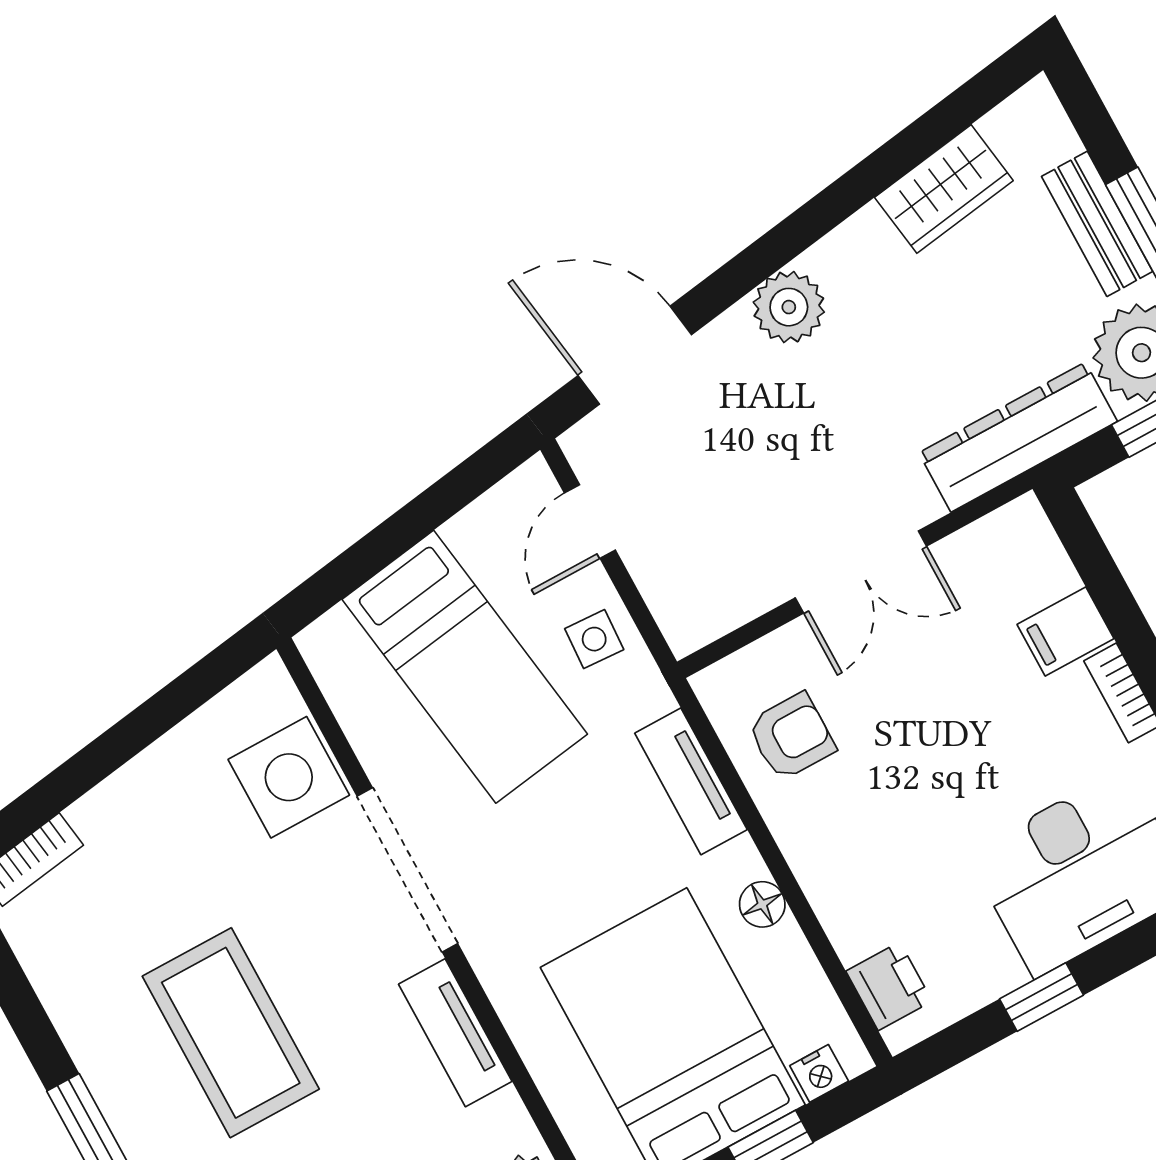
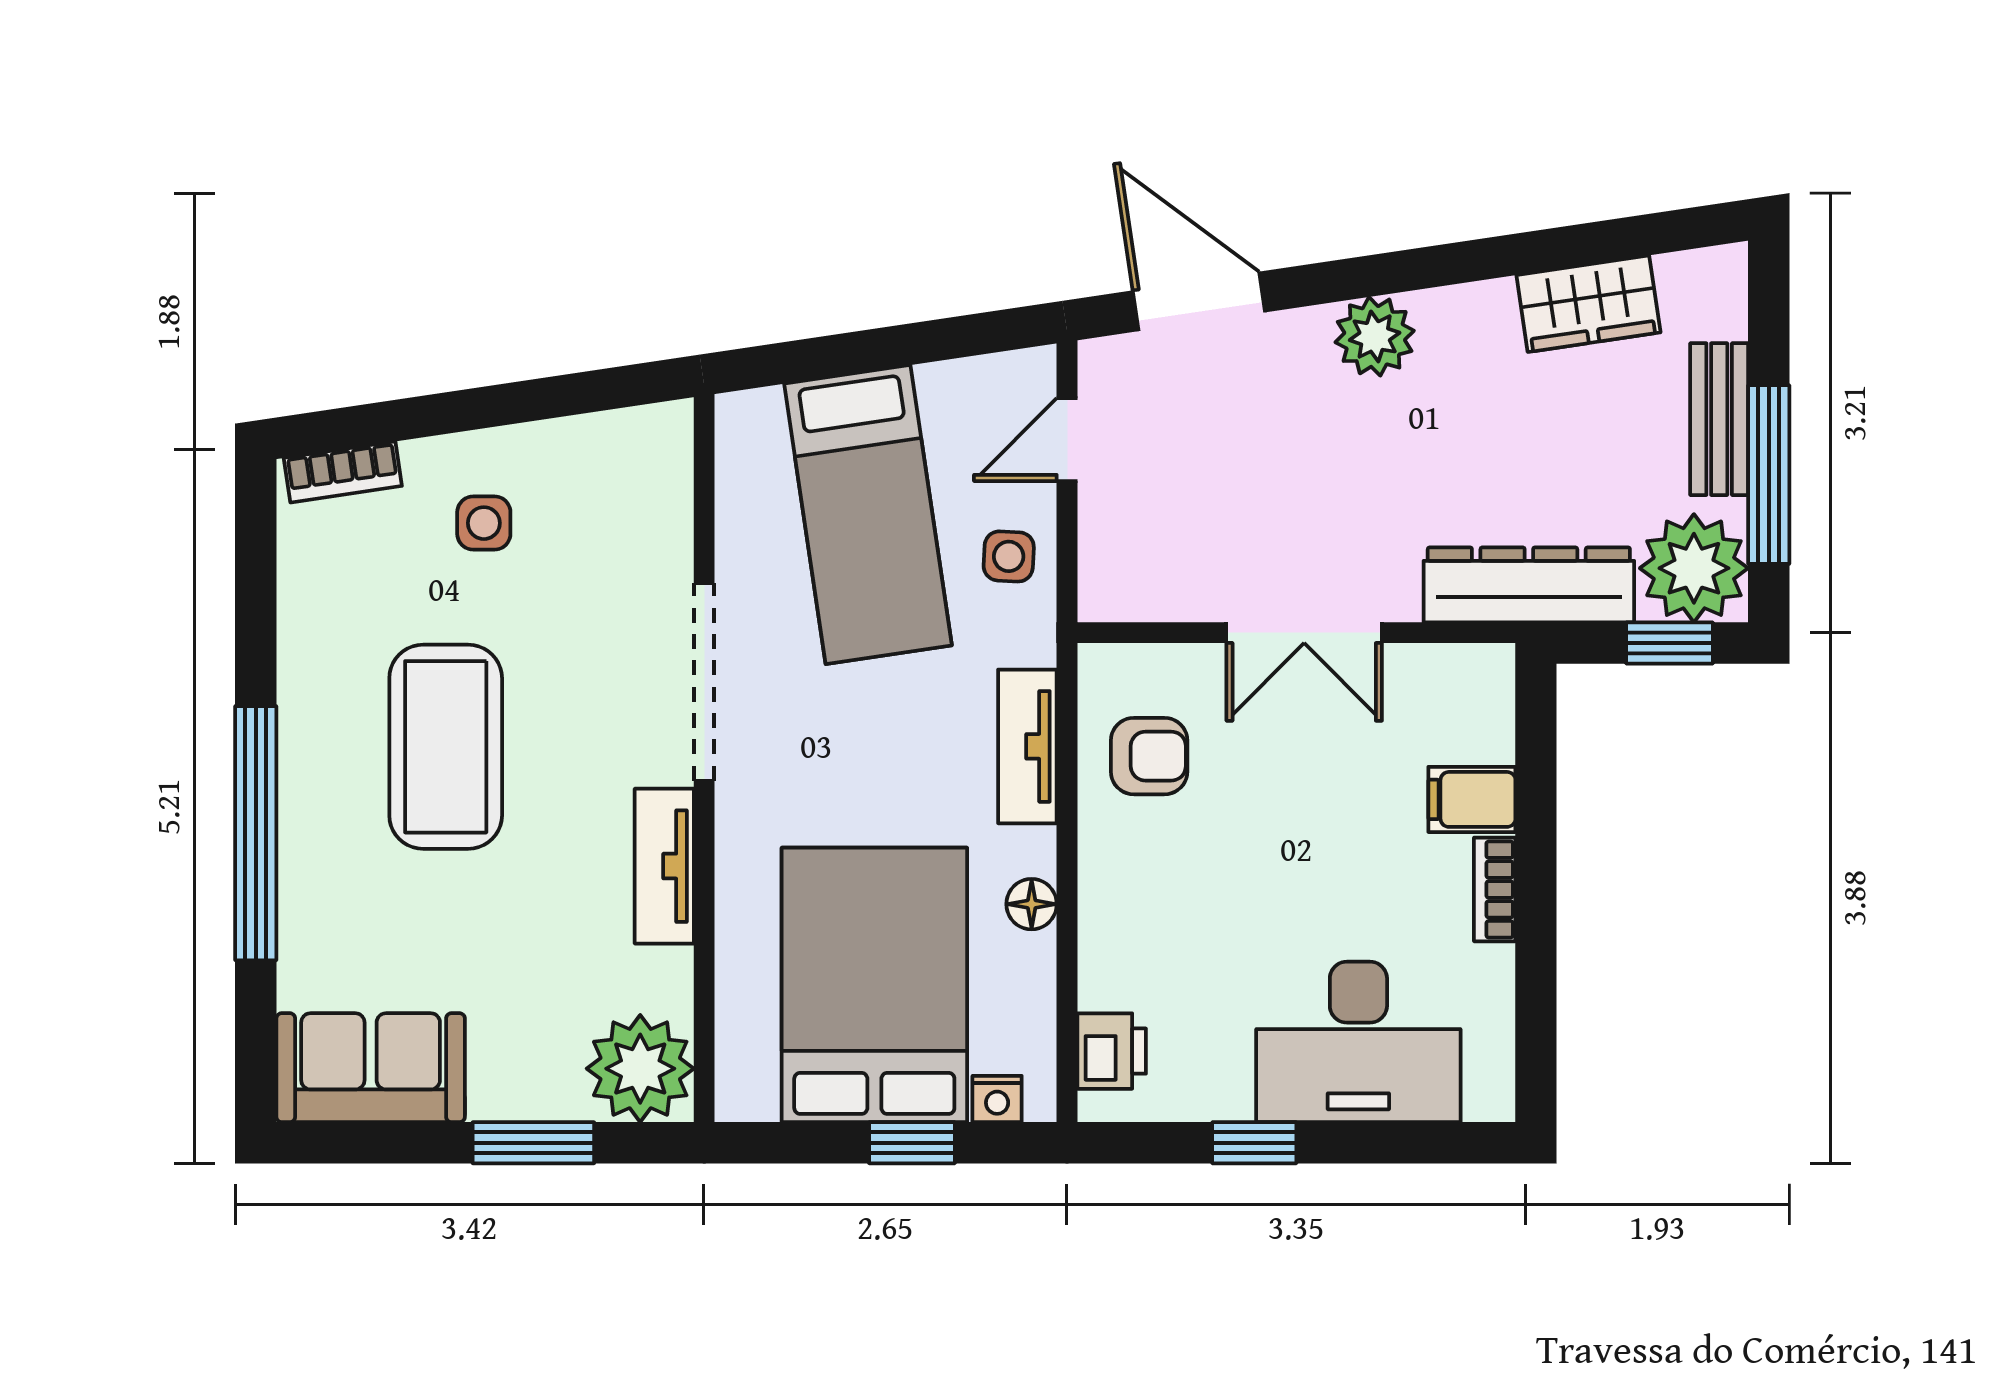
side table: (289, 777) -> (484, 523), moved, width x0.54, depth x0.54

